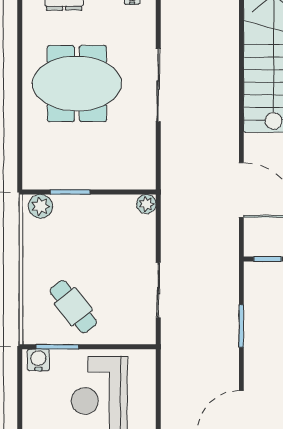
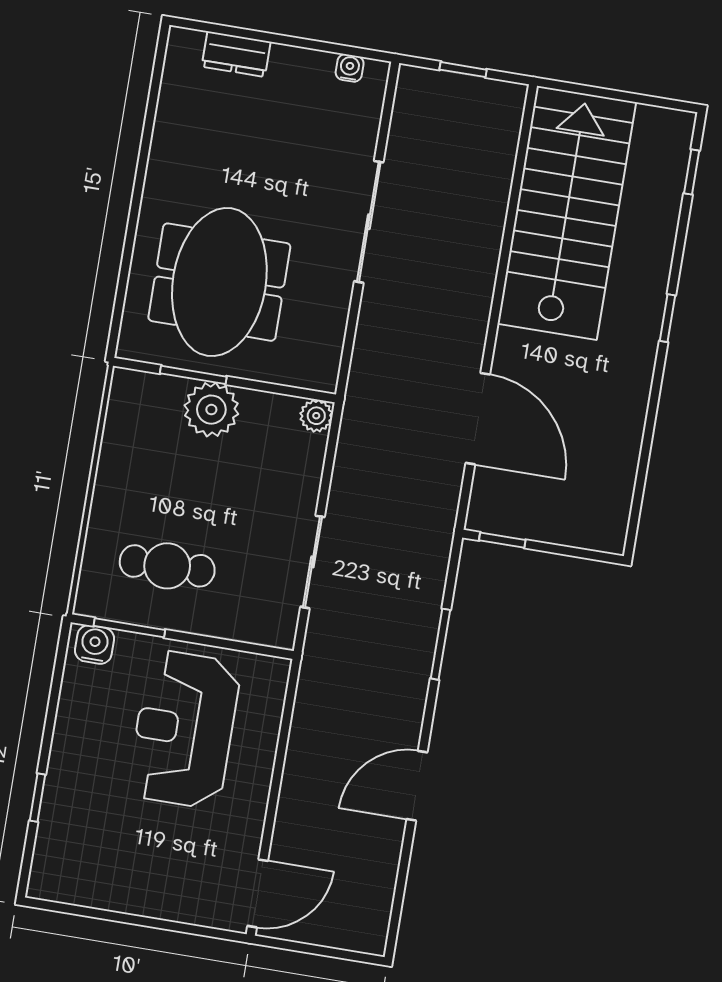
meeting table: (77, 84) -> (219, 282), moved, turned 90
plant: (40, 206) -> (211, 410), moved, width x1.36, depth x1.36
cafe table: (73, 307) -> (167, 566), turned -53

